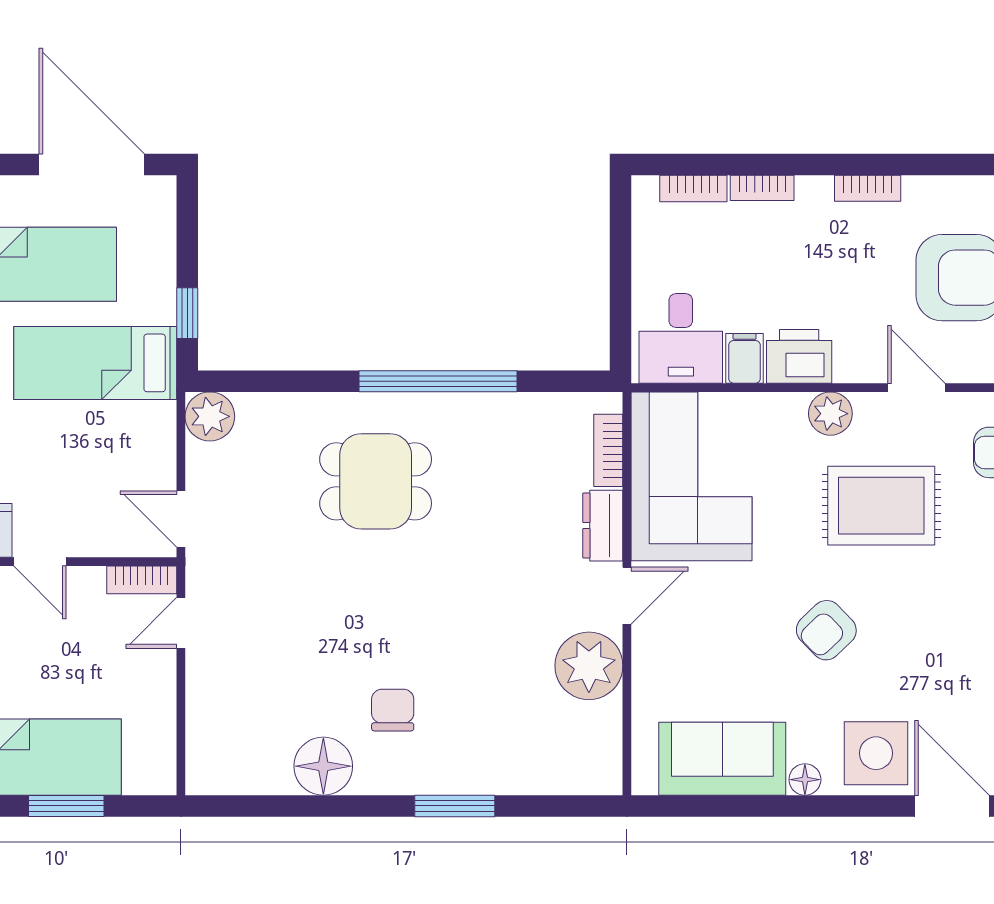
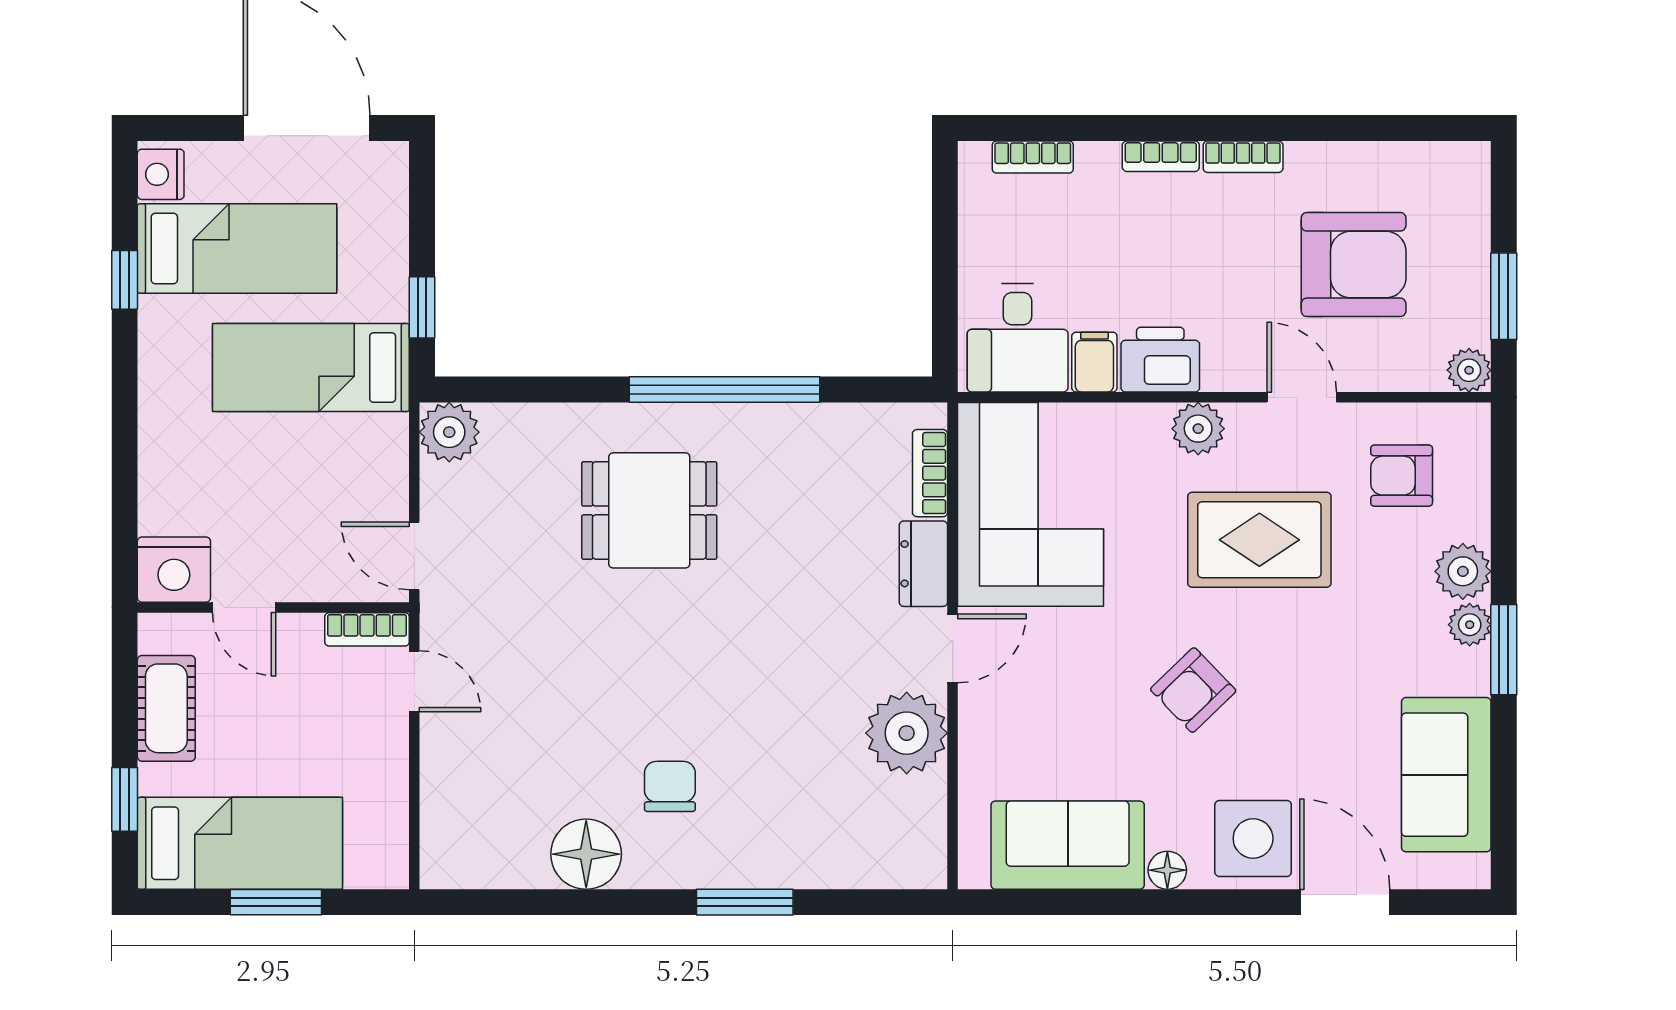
bookcase: (762, 188) -> (1161, 156), moved
door: (181, 623) -> (414, 681), swing flipped

